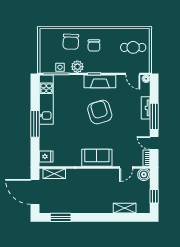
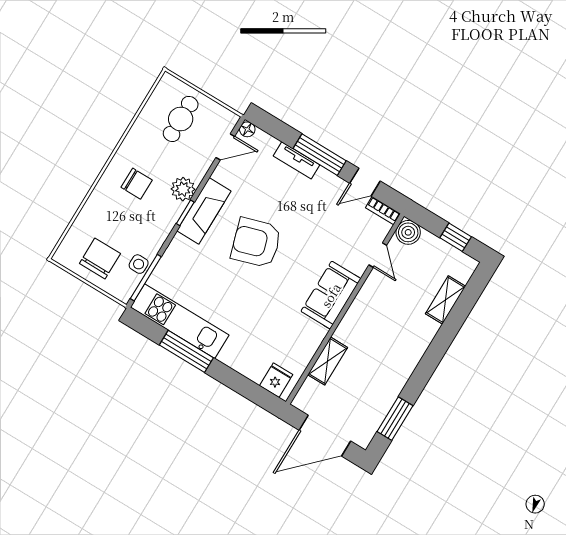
chair: (71, 42) -> (100, 259), moved, turned -92
plant: (77, 67) -> (183, 189), moved
window: (35, 124) -> (186, 351), moved
shelving: (54, 174) -> (328, 361), moved

